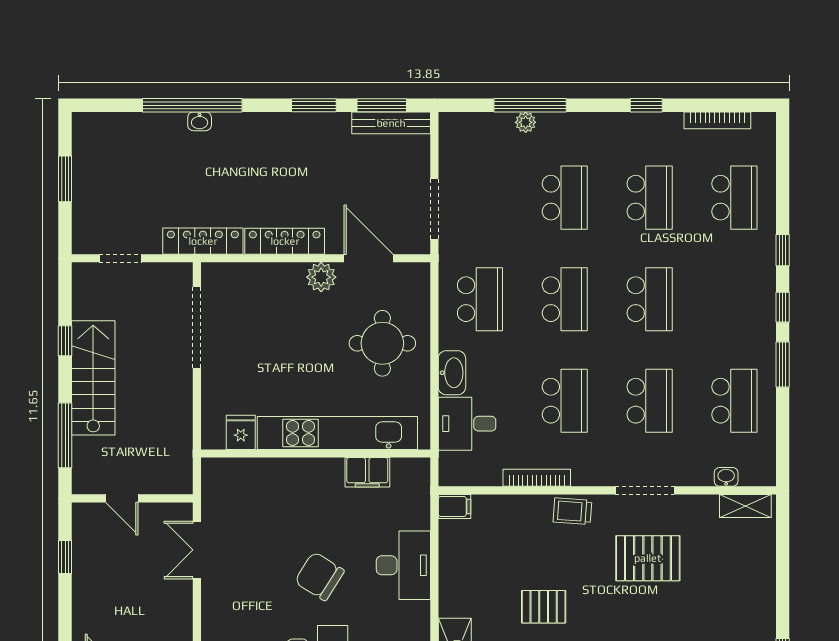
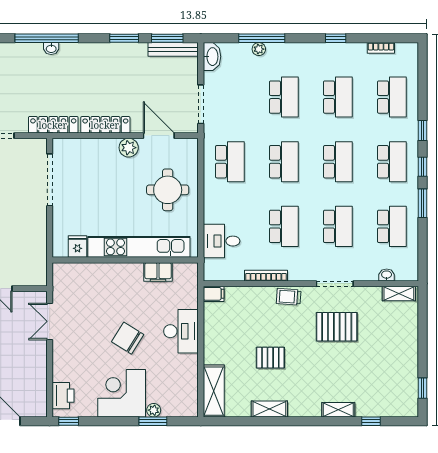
bookcase: (717, 120) -> (381, 48), width x0.64
school desk: (734, 299) -> (392, 162), added
washbasin: (452, 373) -> (212, 57), moved

